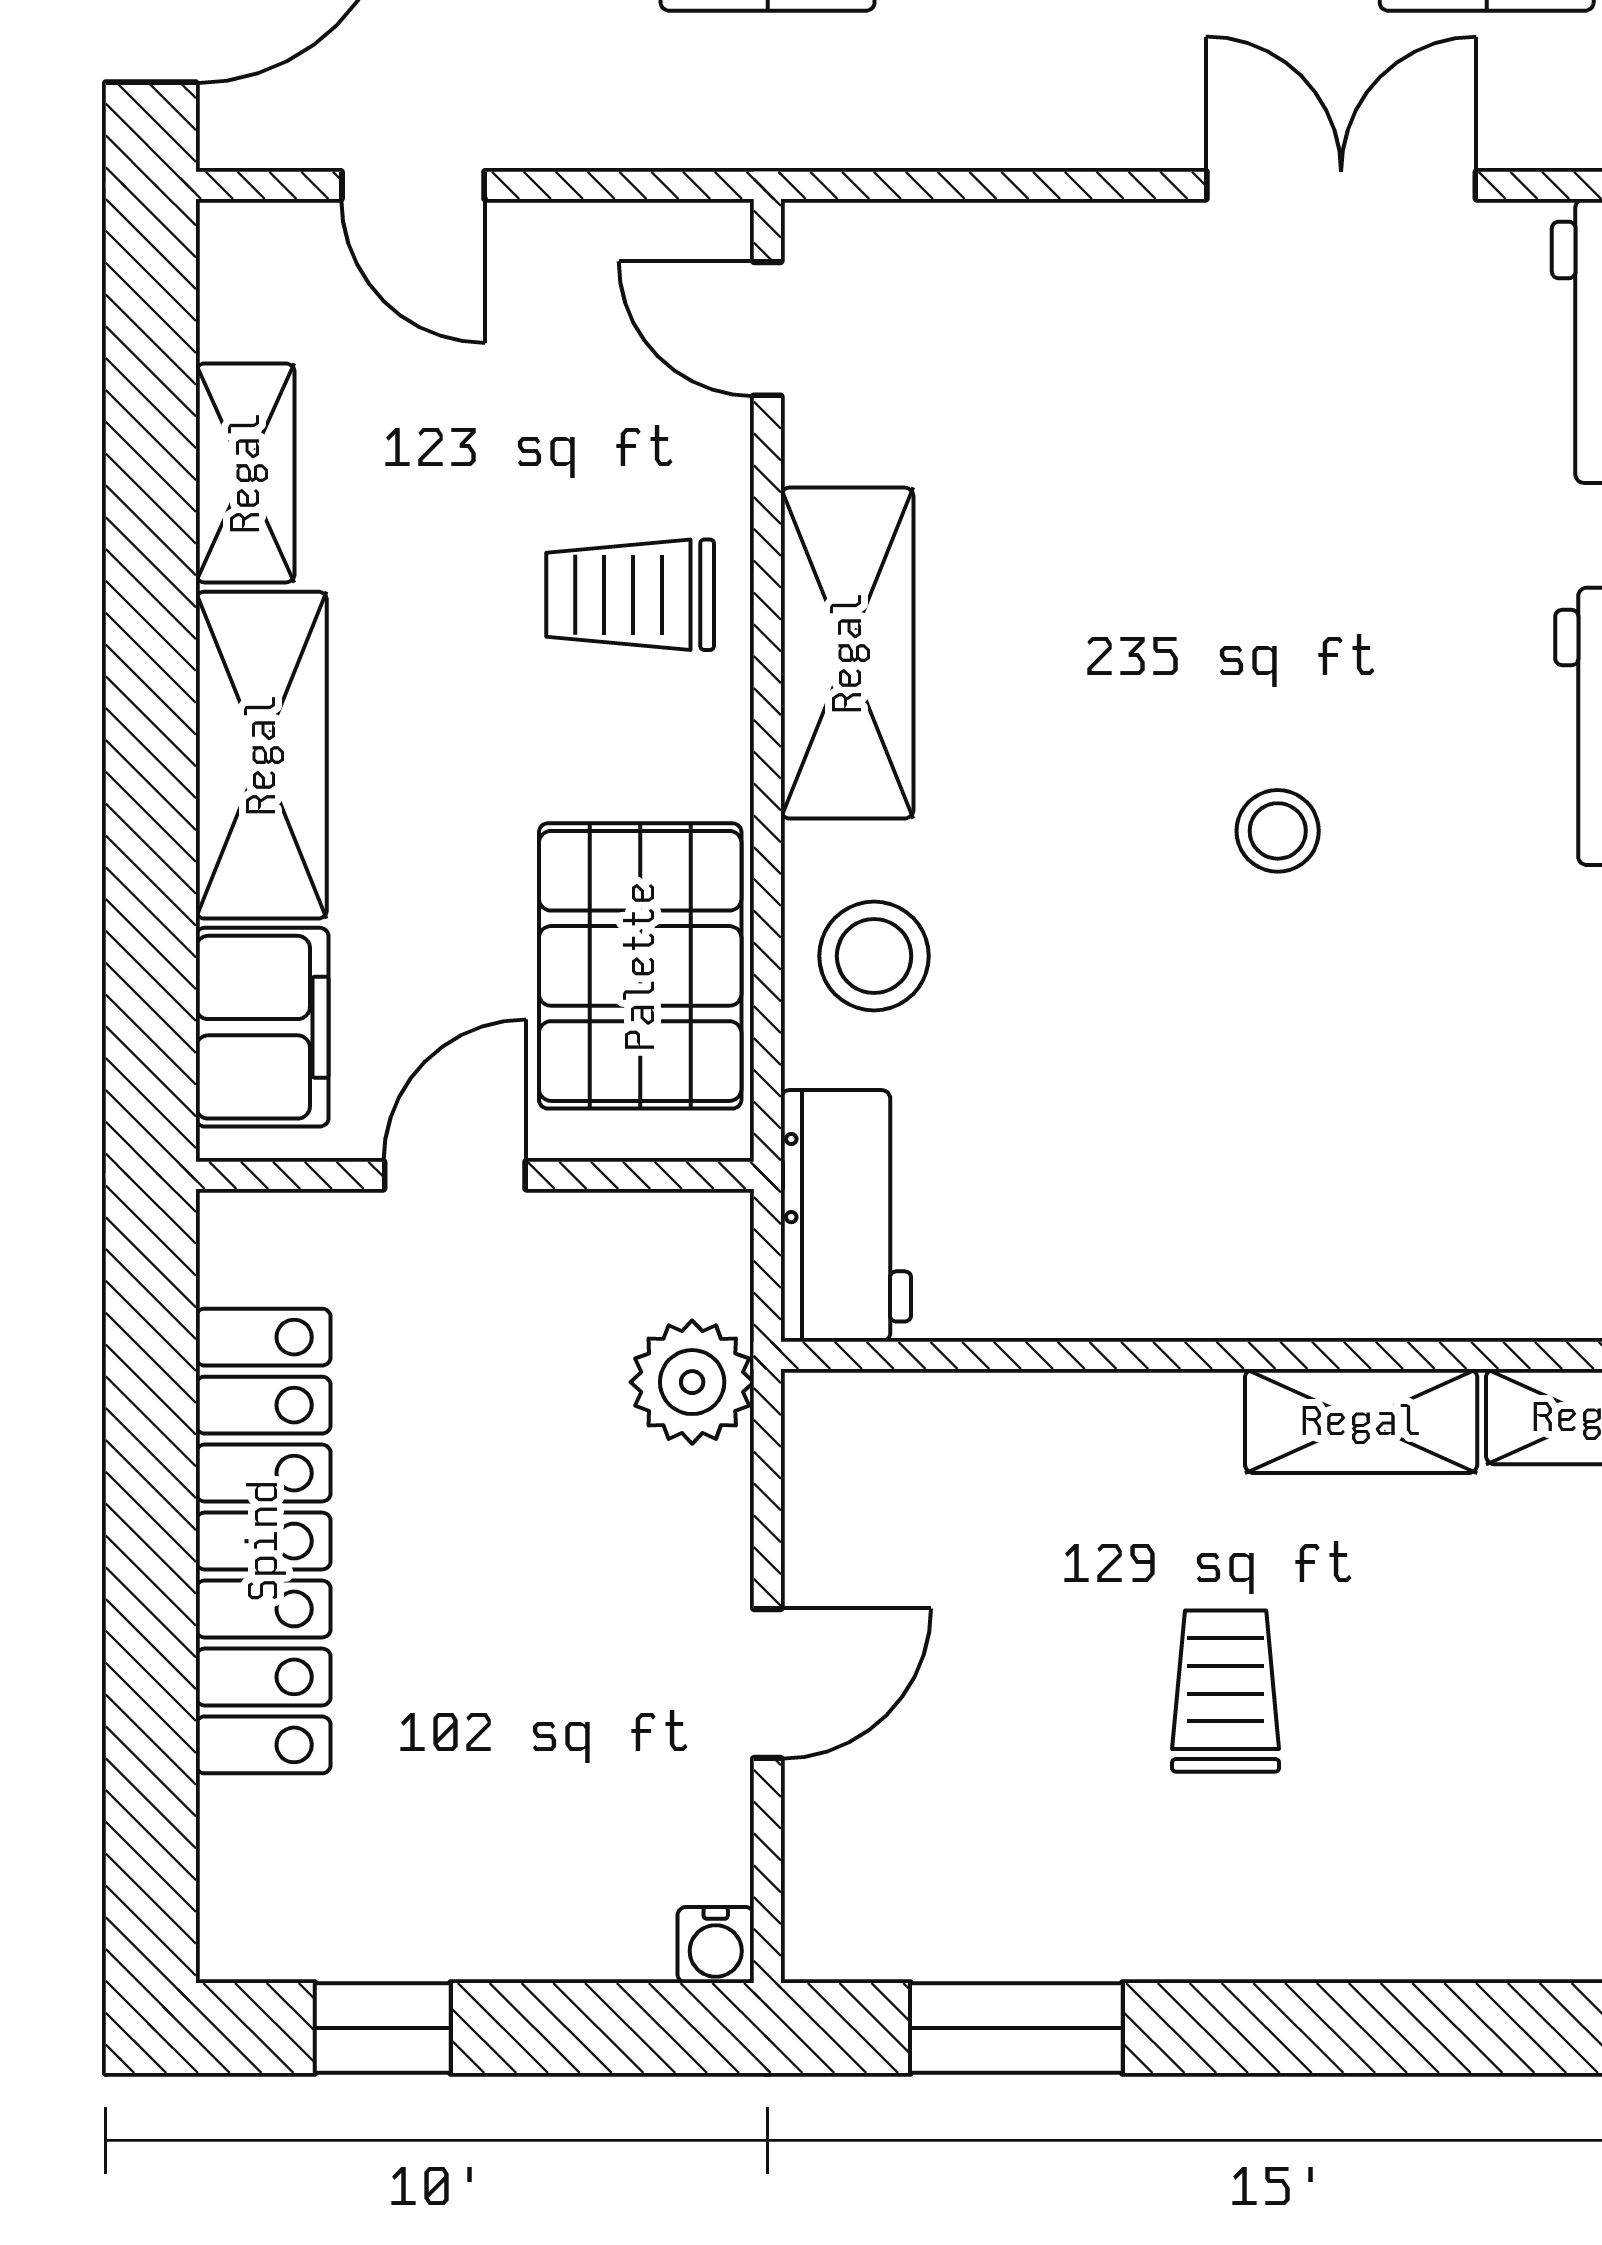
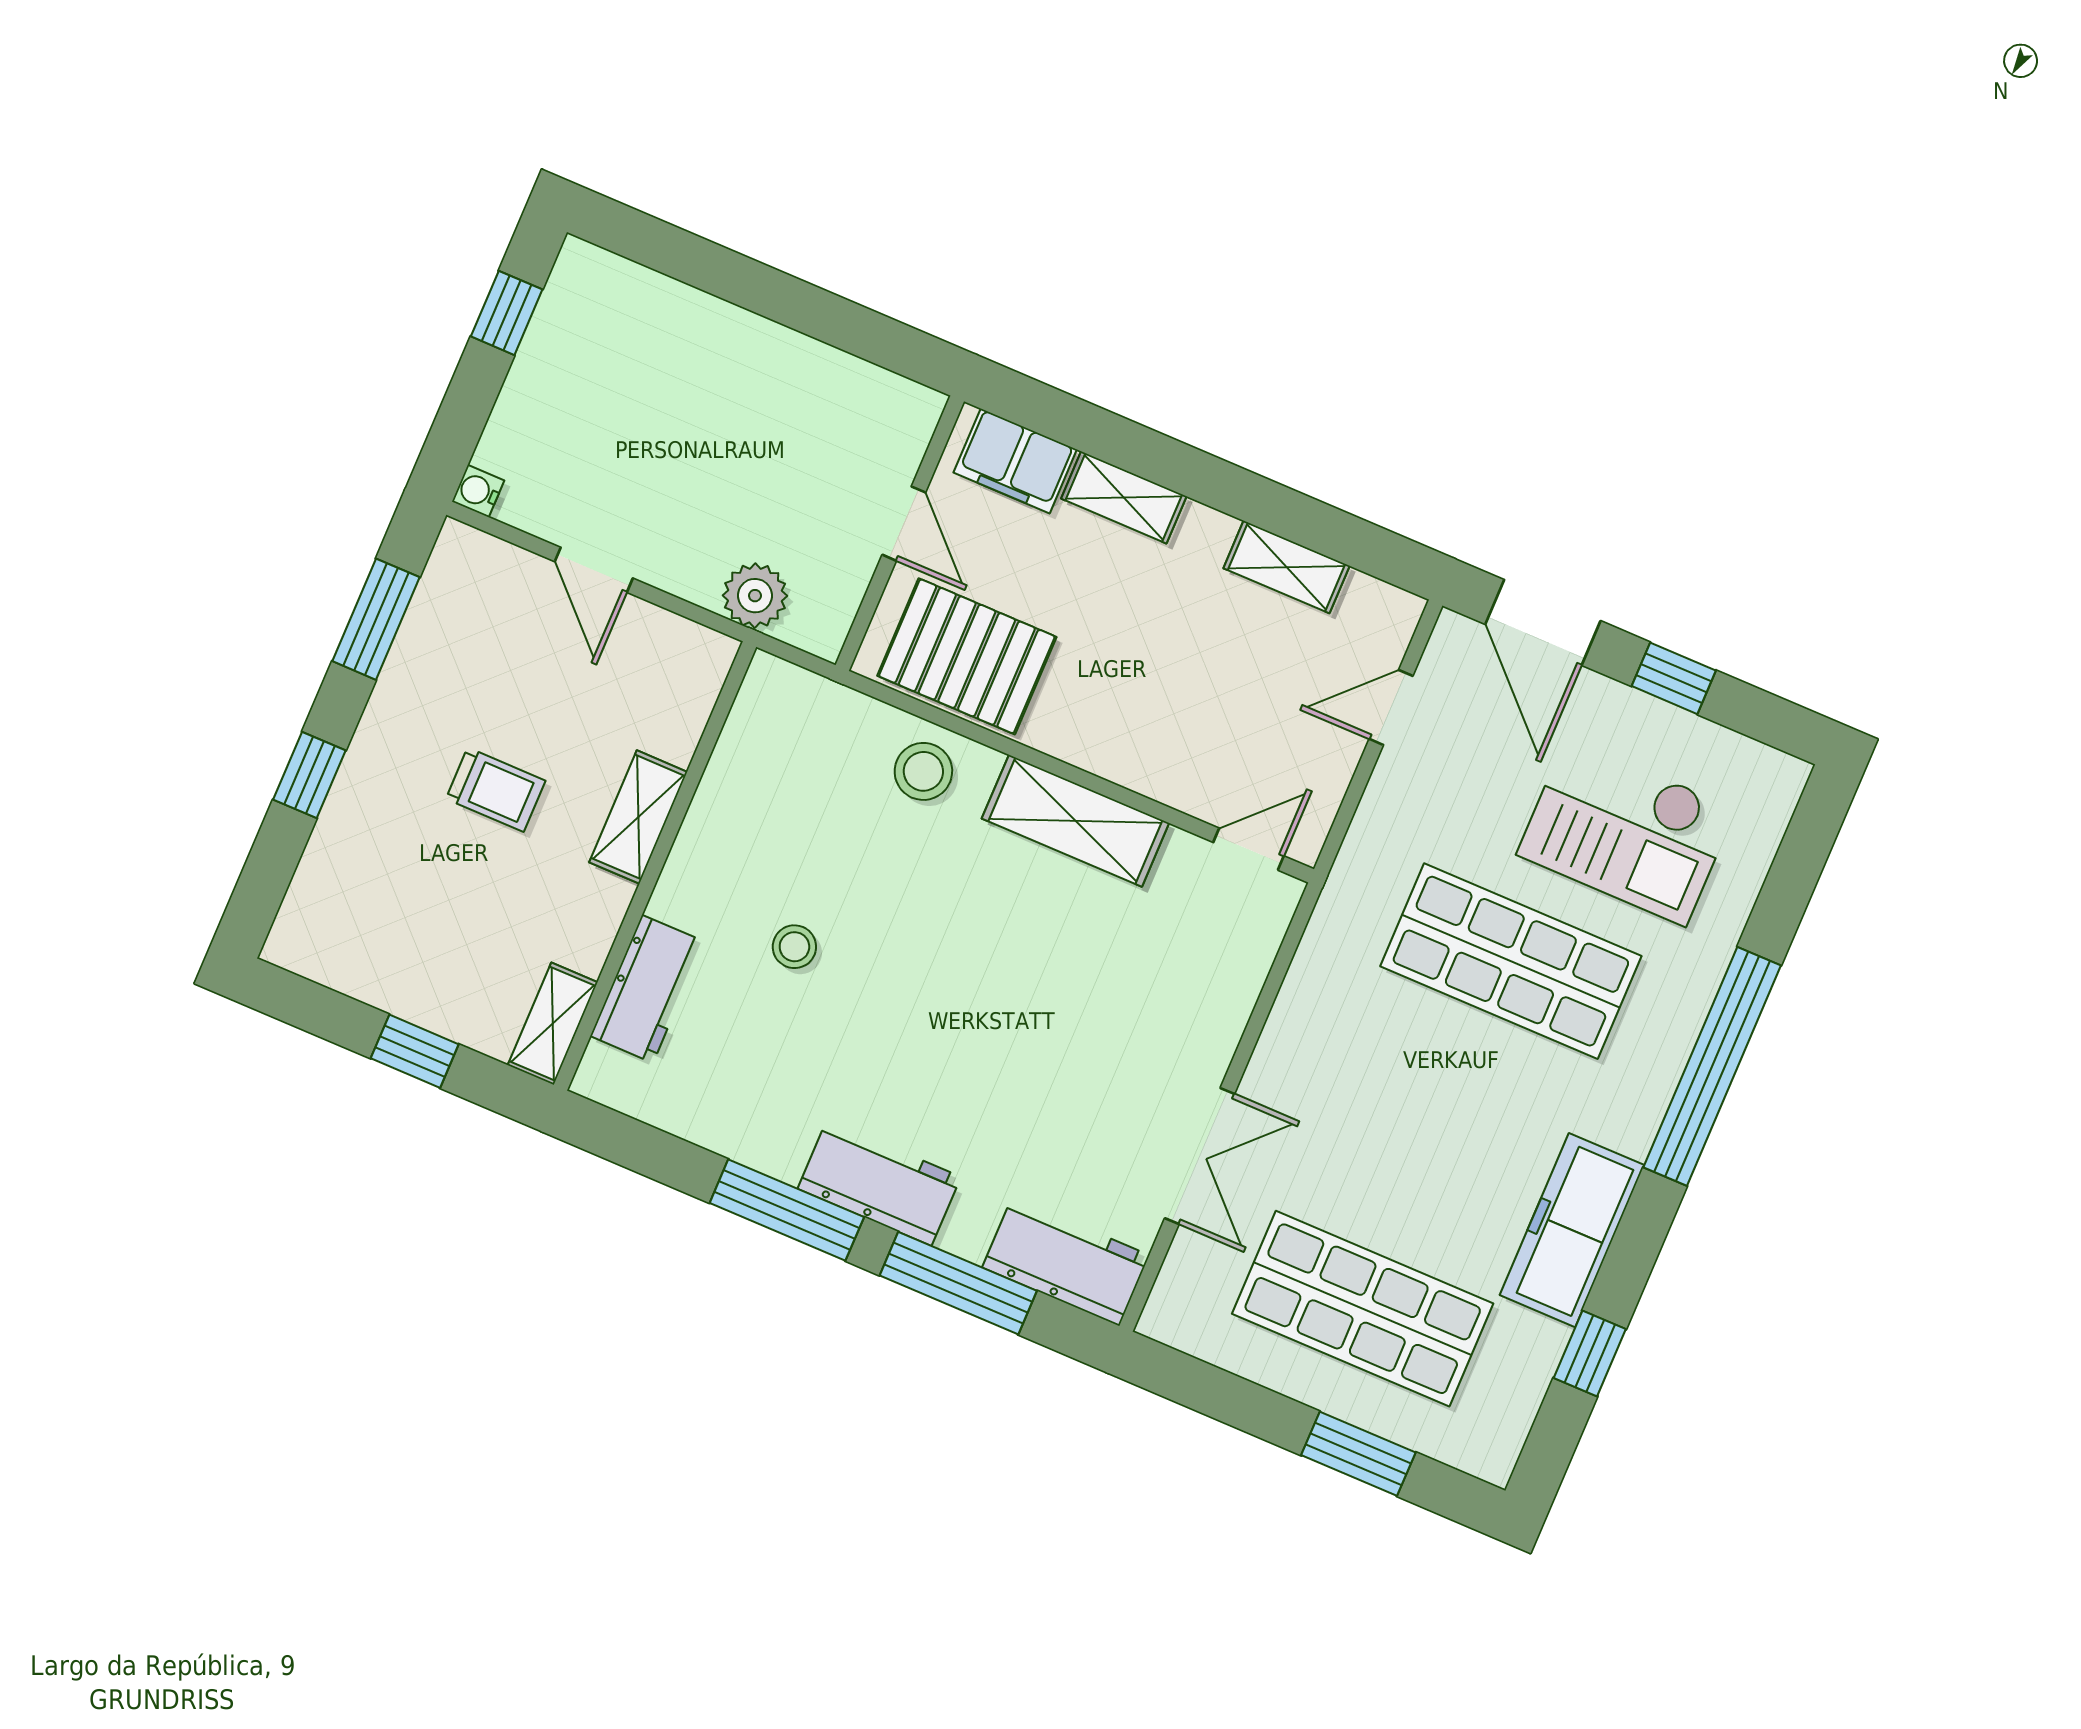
trolley: (630, 595) -> (1148, 728), removed
shelving: (261, 755) -> (1124, 497), width x0.67, depth x0.75
stool: (1278, 831) -> (794, 947), moved
workbench: (846, 1216) -> (647, 989), moved, turned -90
shelving: (1361, 1421) -> (638, 817), moved
locker: (263, 1541) -> (767, 356), removed
window: (1339, 2028) -> (309, 775), added

